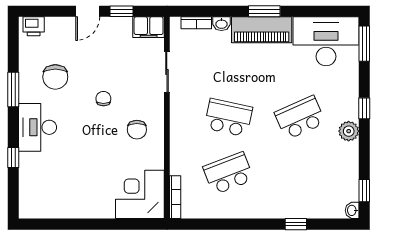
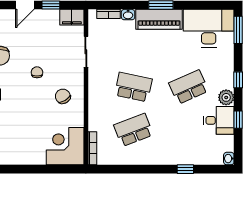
chair: (137, 130) -> (63, 96), turned 149
desk: (339, 161) -> (219, 120), added
window: (364, 191) -> (238, 120), moved

